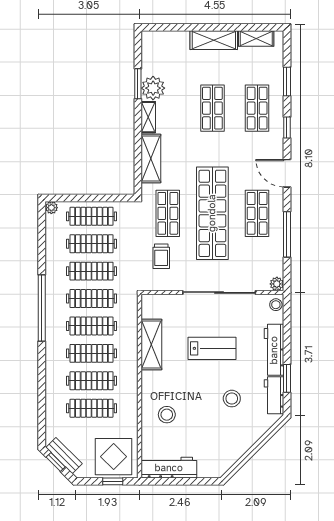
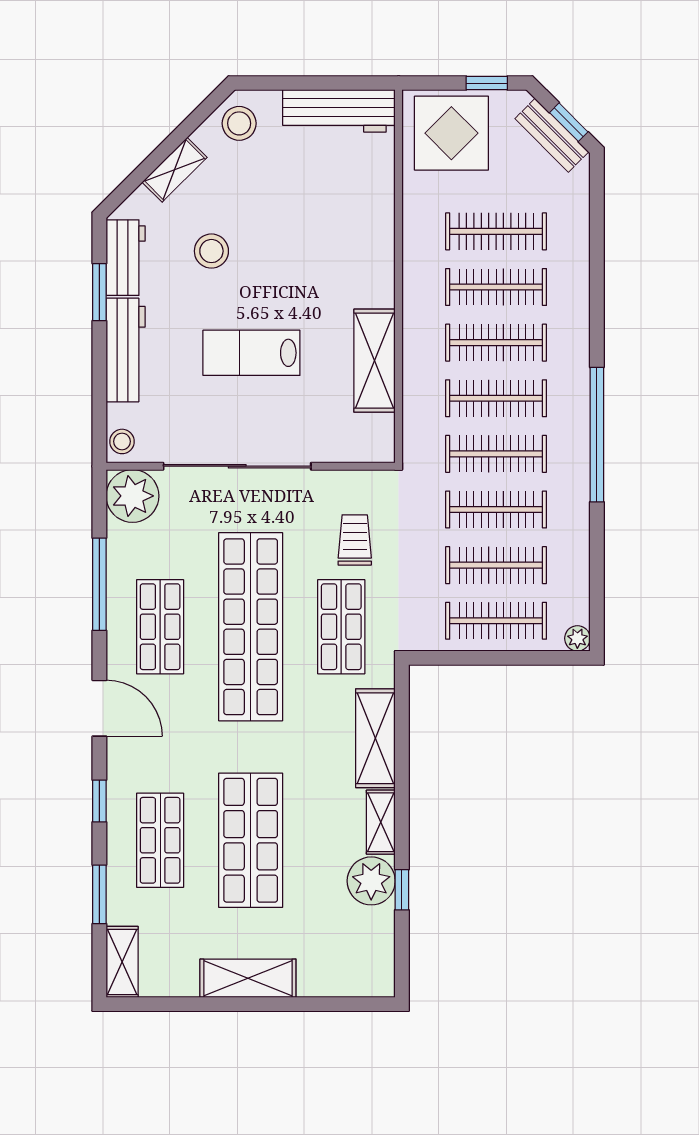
shelving: (256, 39) -> (122, 962), moved, turned 90
window: (138, 84) -> (402, 890), width x0.67
shop shelf: (212, 108) -> (251, 840), width x1.43, depth x1.36
plant: (277, 284) -> (132, 496), width x1.88, depth x1.88
stool: (167, 415) -> (239, 123), moved
shelving: (250, 439) -> (175, 170), added
window: (113, 481) -> (487, 83), moved

